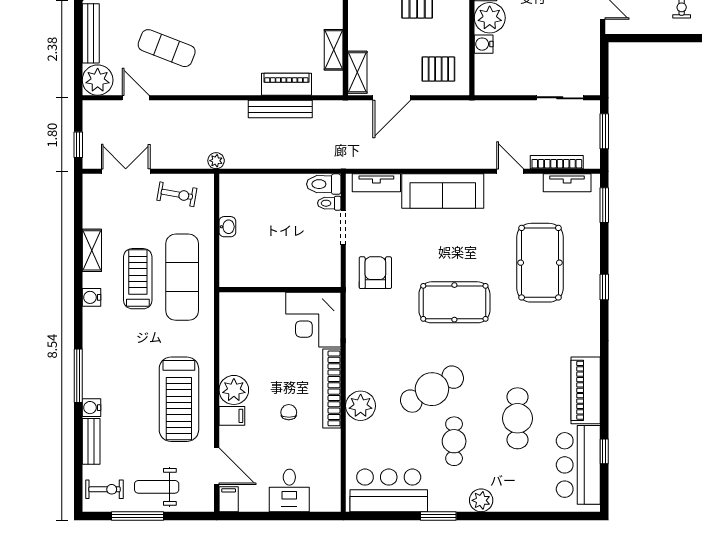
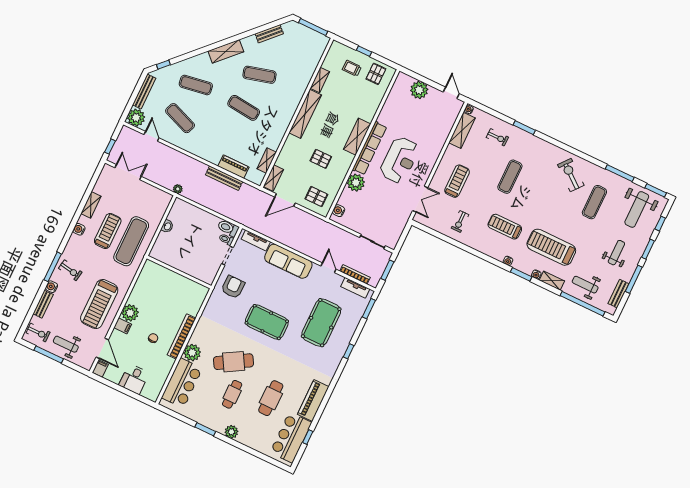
water cooler: (484, 44) -> (339, 211), moved
exercise bike: (177, 194) -> (70, 270), moved
corner desk: (313, 320) -> (189, 296), removed
bar counter: (389, 490) -> (182, 383), moved, turned 90

